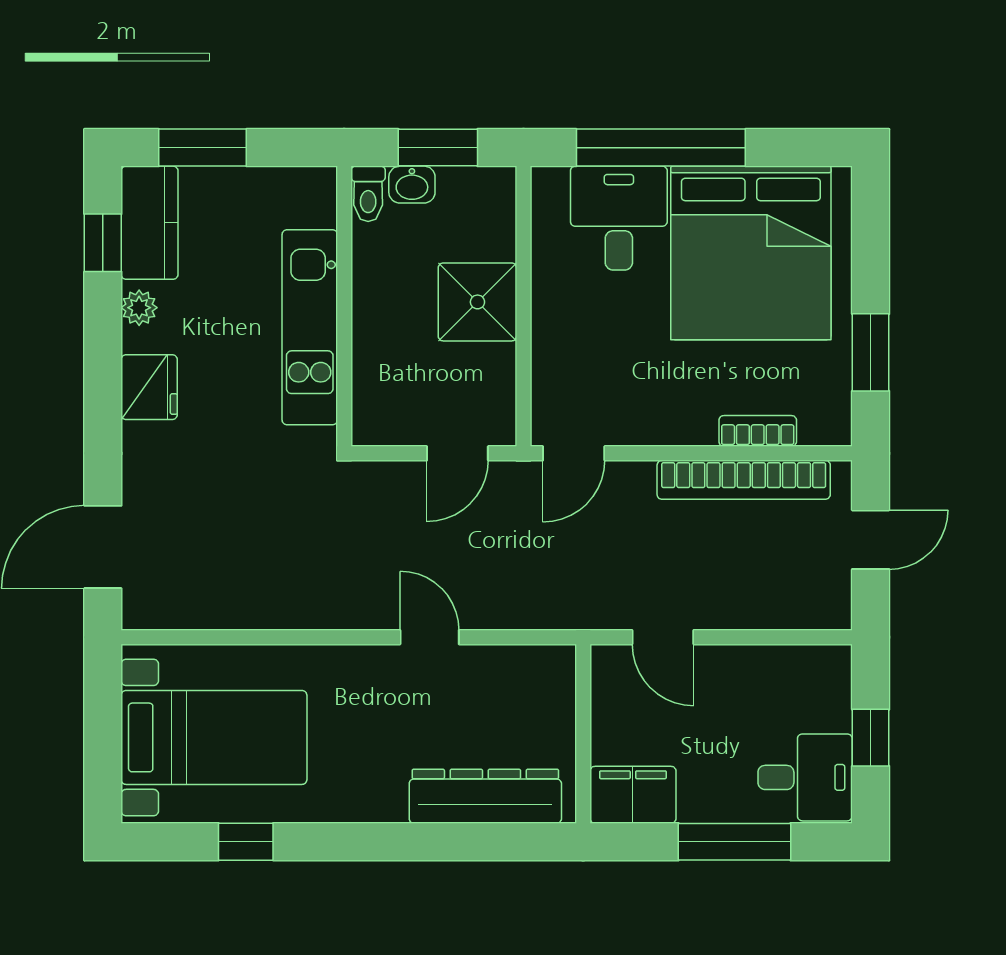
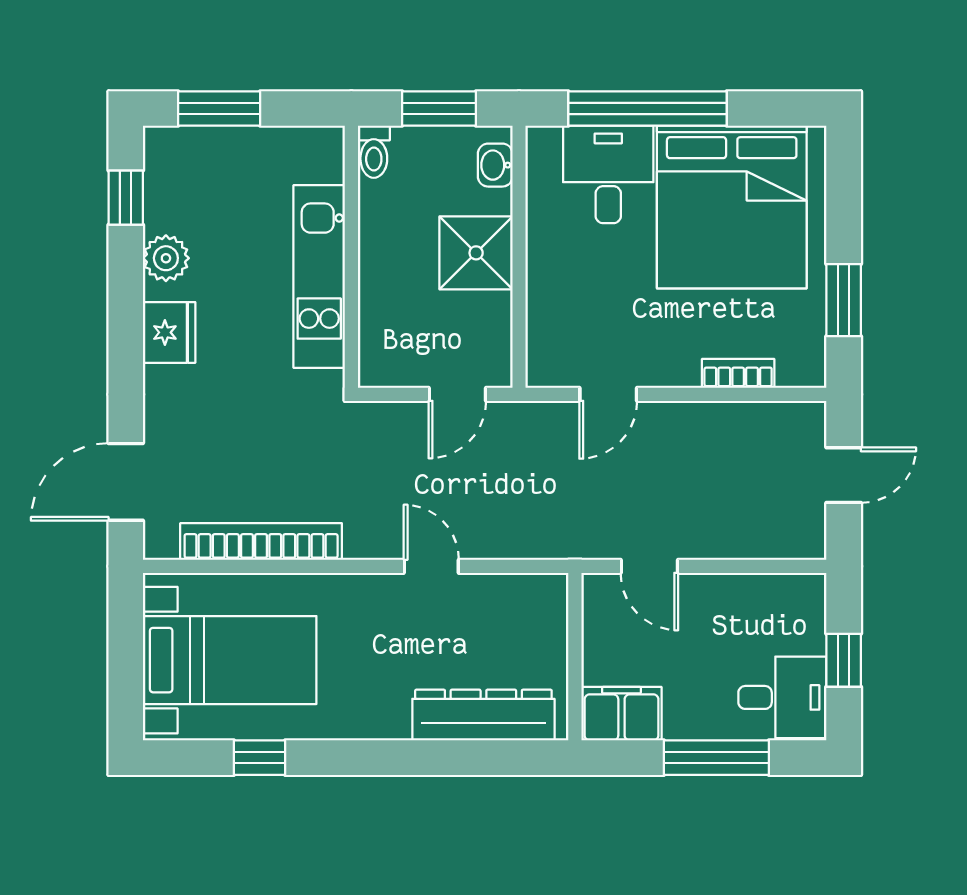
washbasin: (412, 185) -> (495, 165), moved, turned 90
kitchen counter: (150, 223) -> (169, 179), removed
plant: (139, 308) -> (166, 258), width x1.38, depth x1.38
door: (574, 453) -> (608, 394), moved
bookcase: (744, 480) -> (261, 542), moved, turned 180

